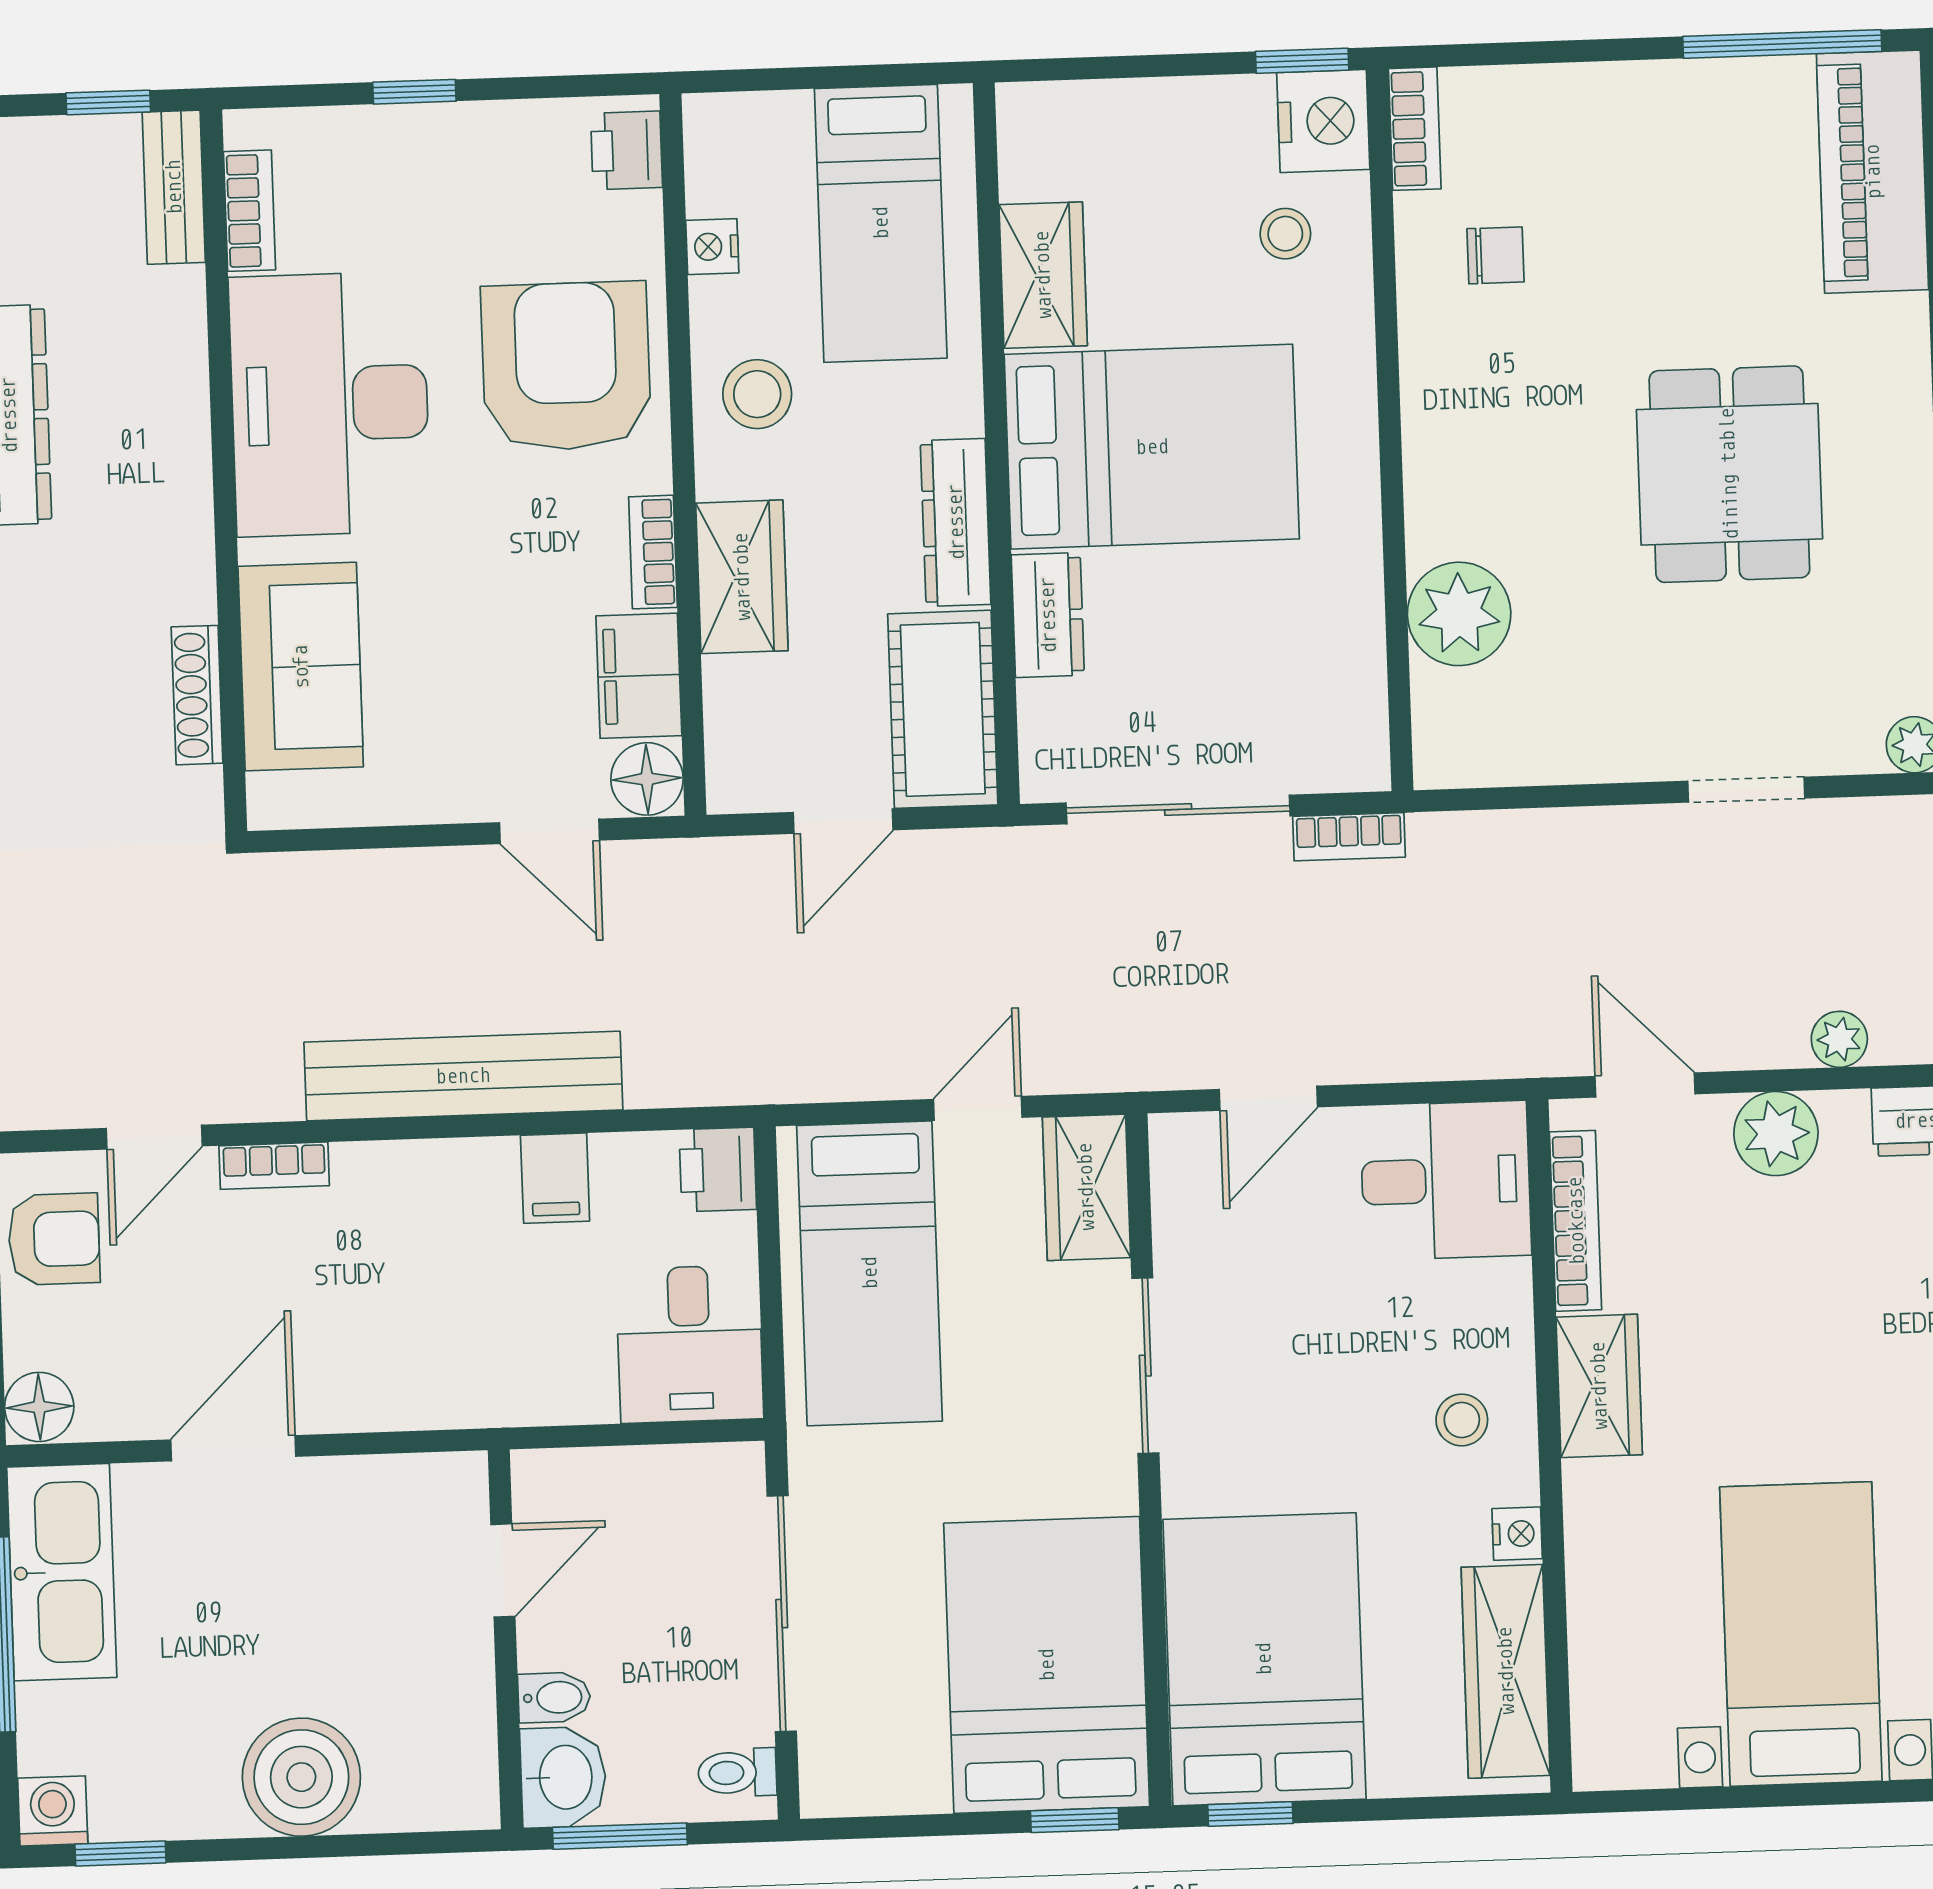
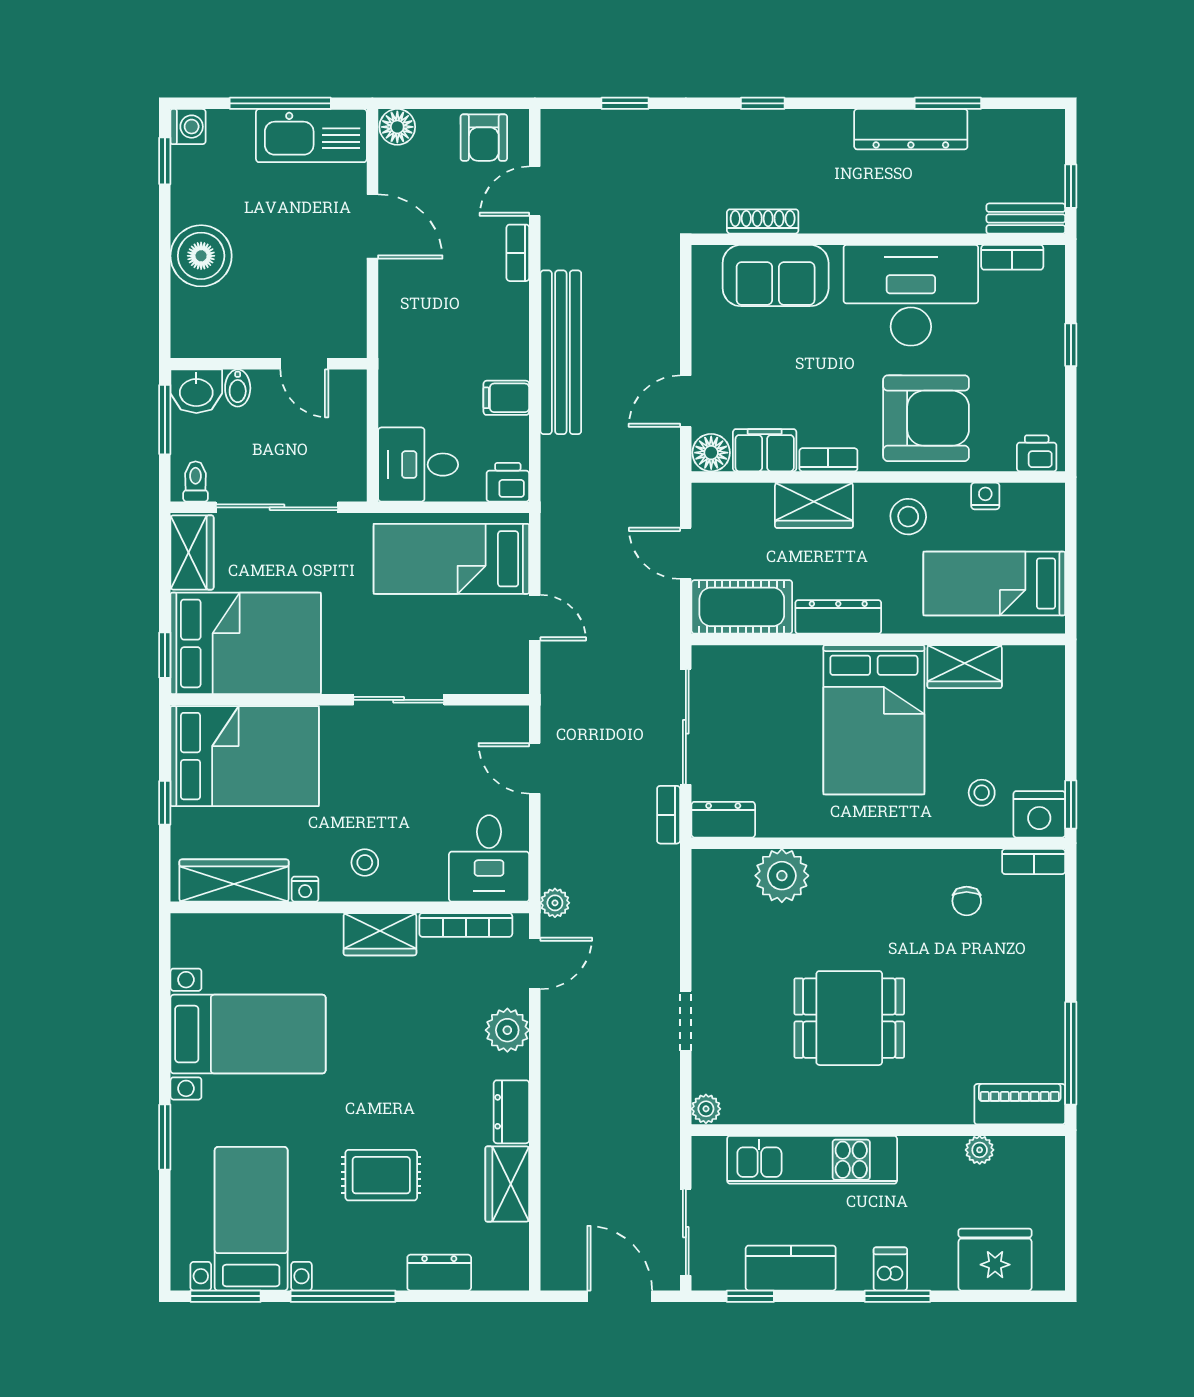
piano: (1873, 172) -> (1020, 1104), width x0.73, depth x0.75
dresser: (1048, 615) -> (723, 820), moved, turned 180
plant: (1839, 1039) -> (555, 903), moved
door: (154, 1137) -> (535, 191), hinge flipped
wardrobe: (1086, 1187) -> (192, 552), moved, turned 90
window: (1250, 1814) -> (165, 803), moved

